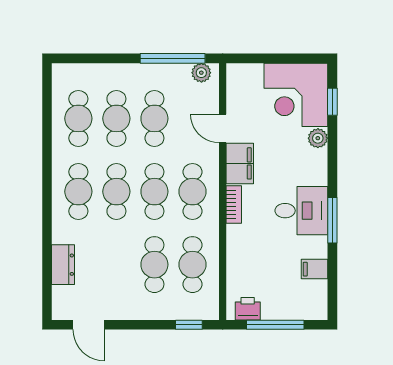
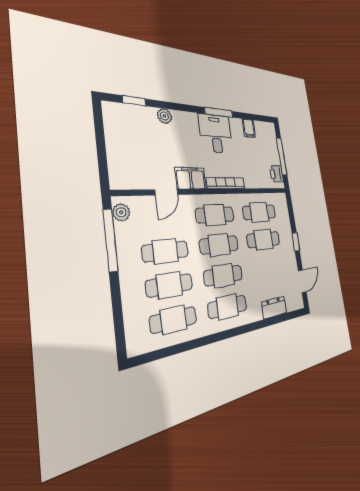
corner desk: (296, 95) -> (132, 130), removed
bookcase: (234, 205) -> (226, 183), width x1.56
window: (189, 325) -> (296, 242), moved

